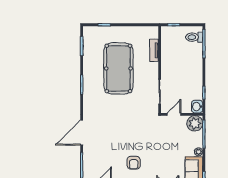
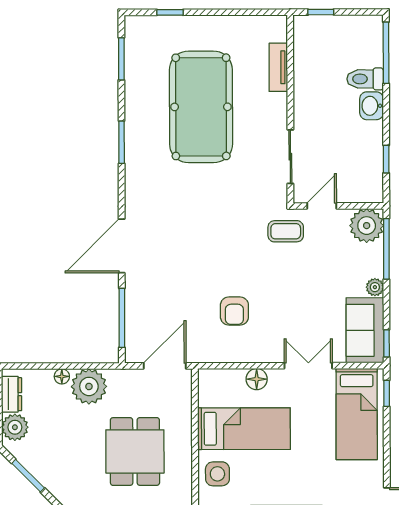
toilet: (194, 37) -> (365, 79), moved
washbasin: (197, 107) -> (372, 106), moved
coffee table: (157, 126) -> (286, 231), added

